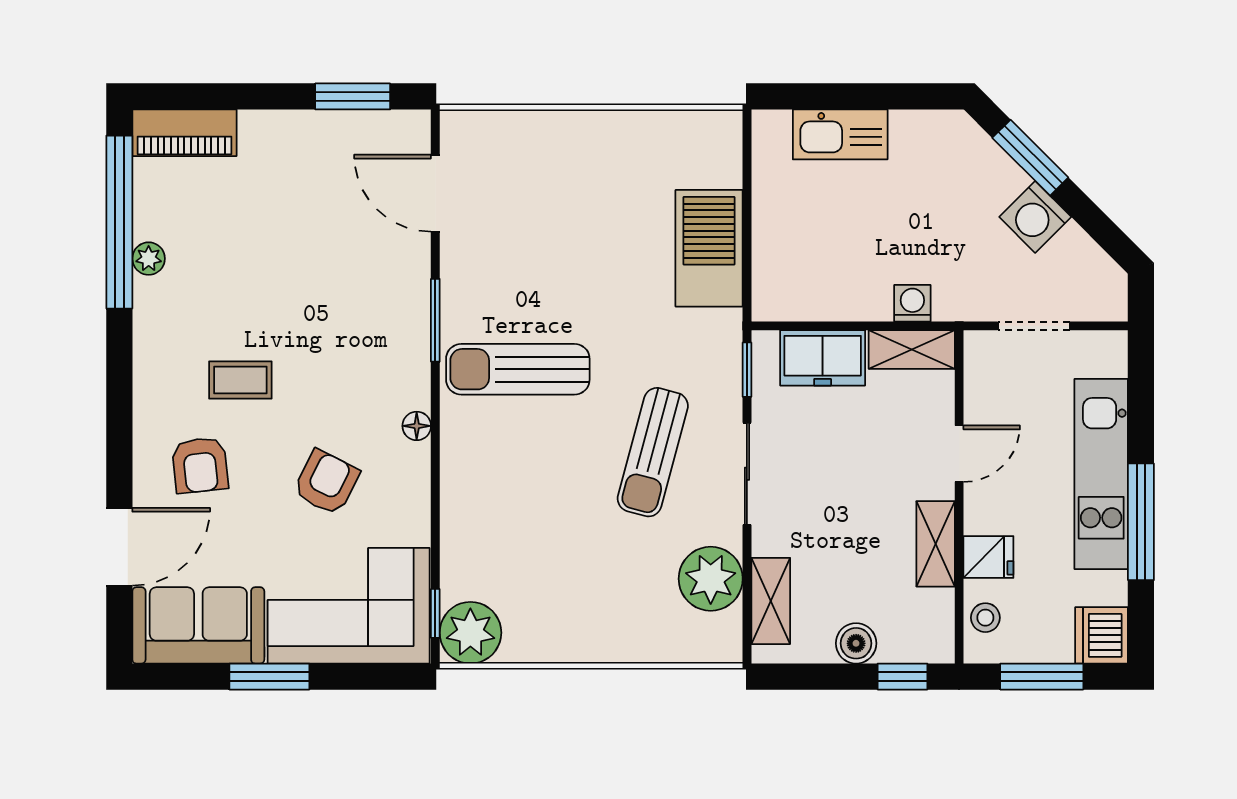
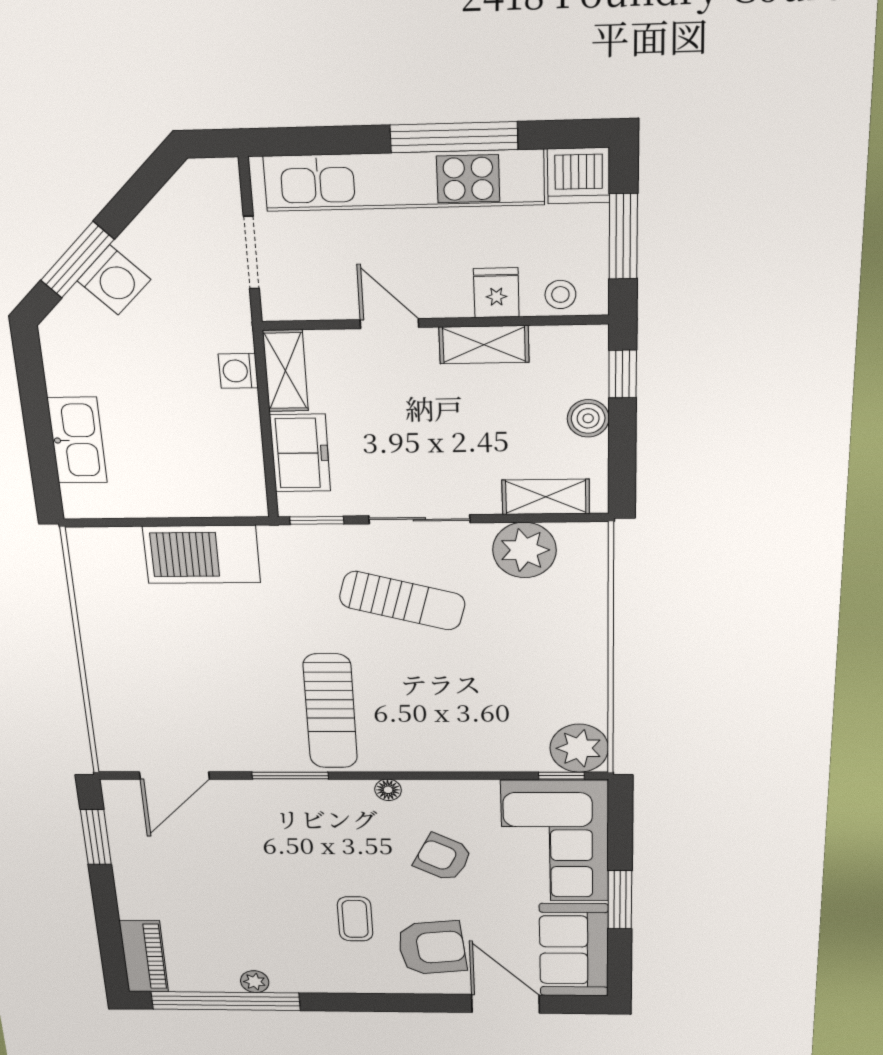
washing machine: (1035, 217) -> (114, 280), moved
armchair: (200, 465) -> (432, 948), width x1.38, depth x1.38
kitchen unit: (1101, 474) -> (404, 180), width x1.36

